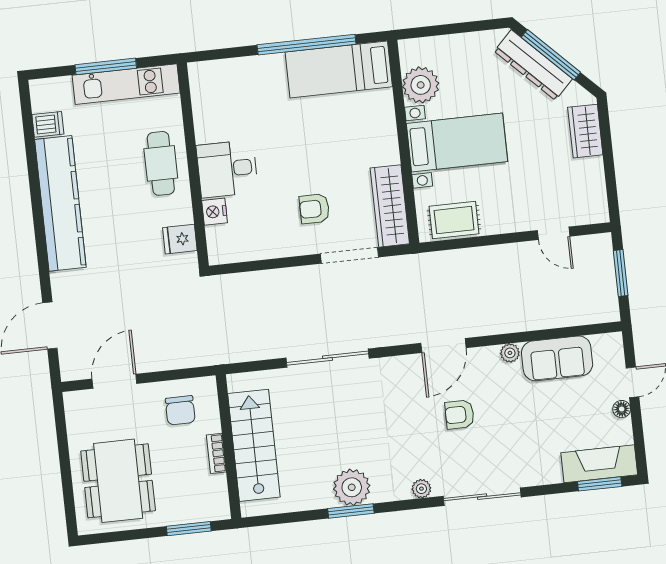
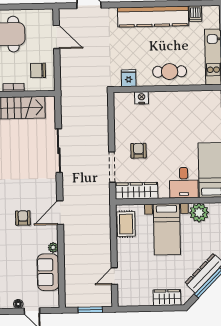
desk: (227, 169) -> (184, 183), moved, turned 180
door: (443, 346) -> (60, 213), hinge flipped

